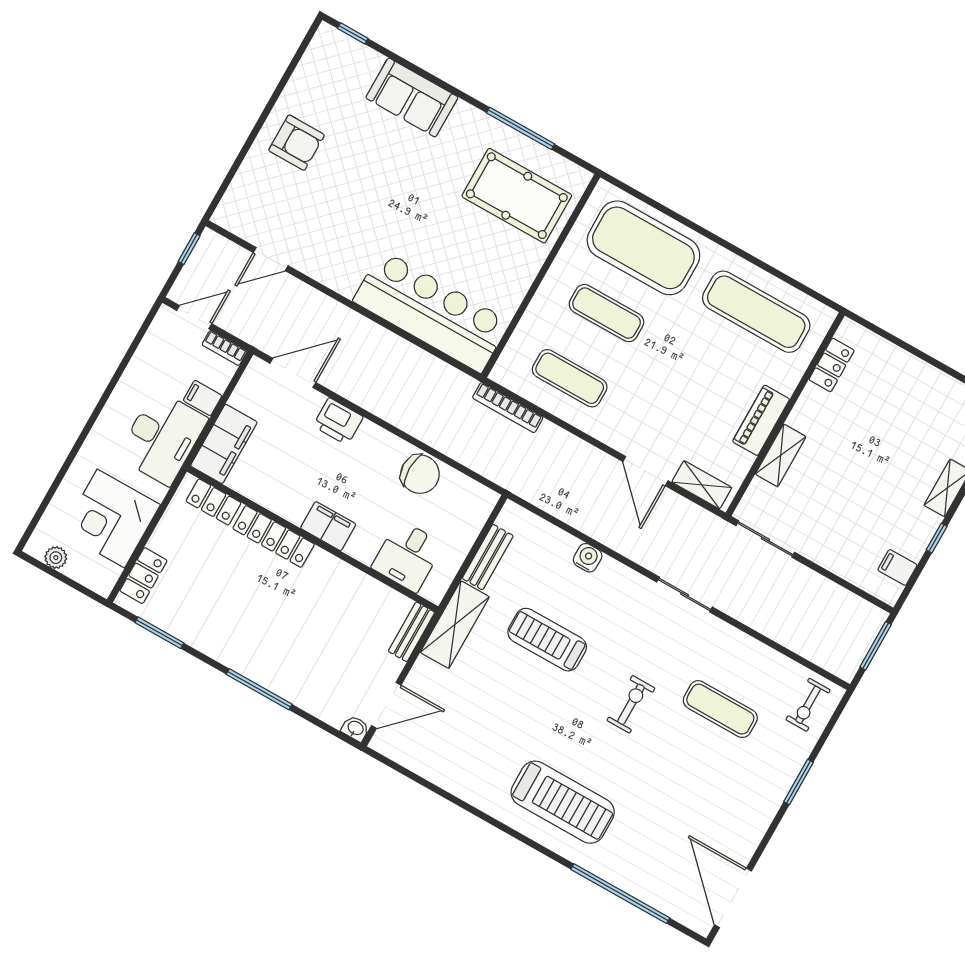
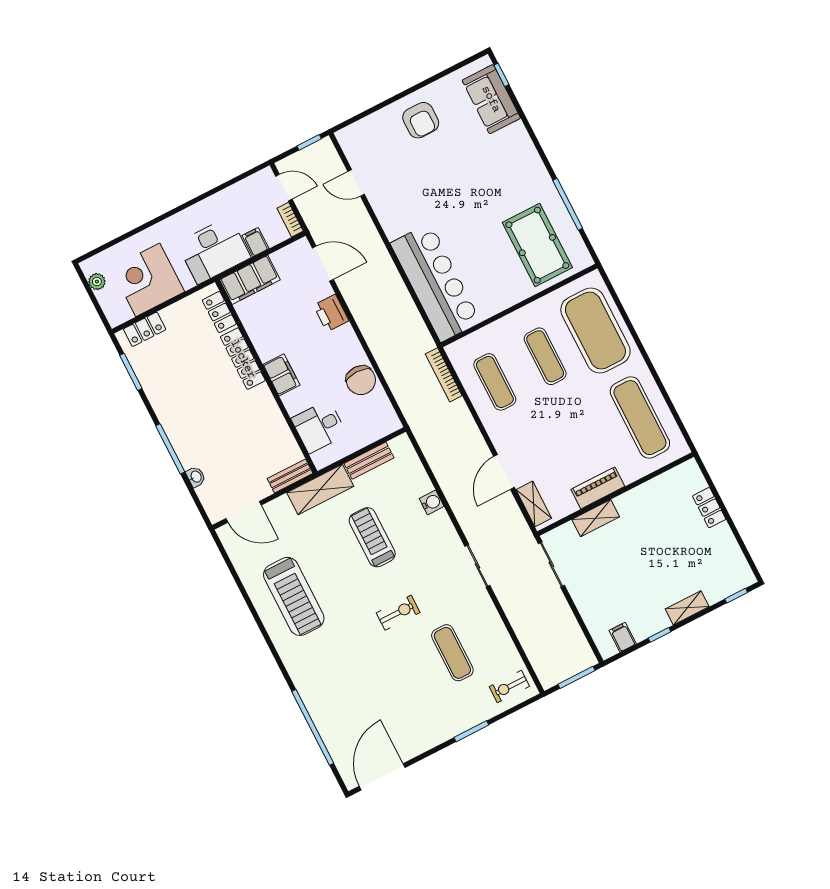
sofa: (412, 97) -> (491, 99), moved
locker: (832, 365) -> (709, 508), moved, turned 90
washbasin: (355, 728) -> (196, 477), moved
treadmill: (563, 802) -> (294, 596), moved

